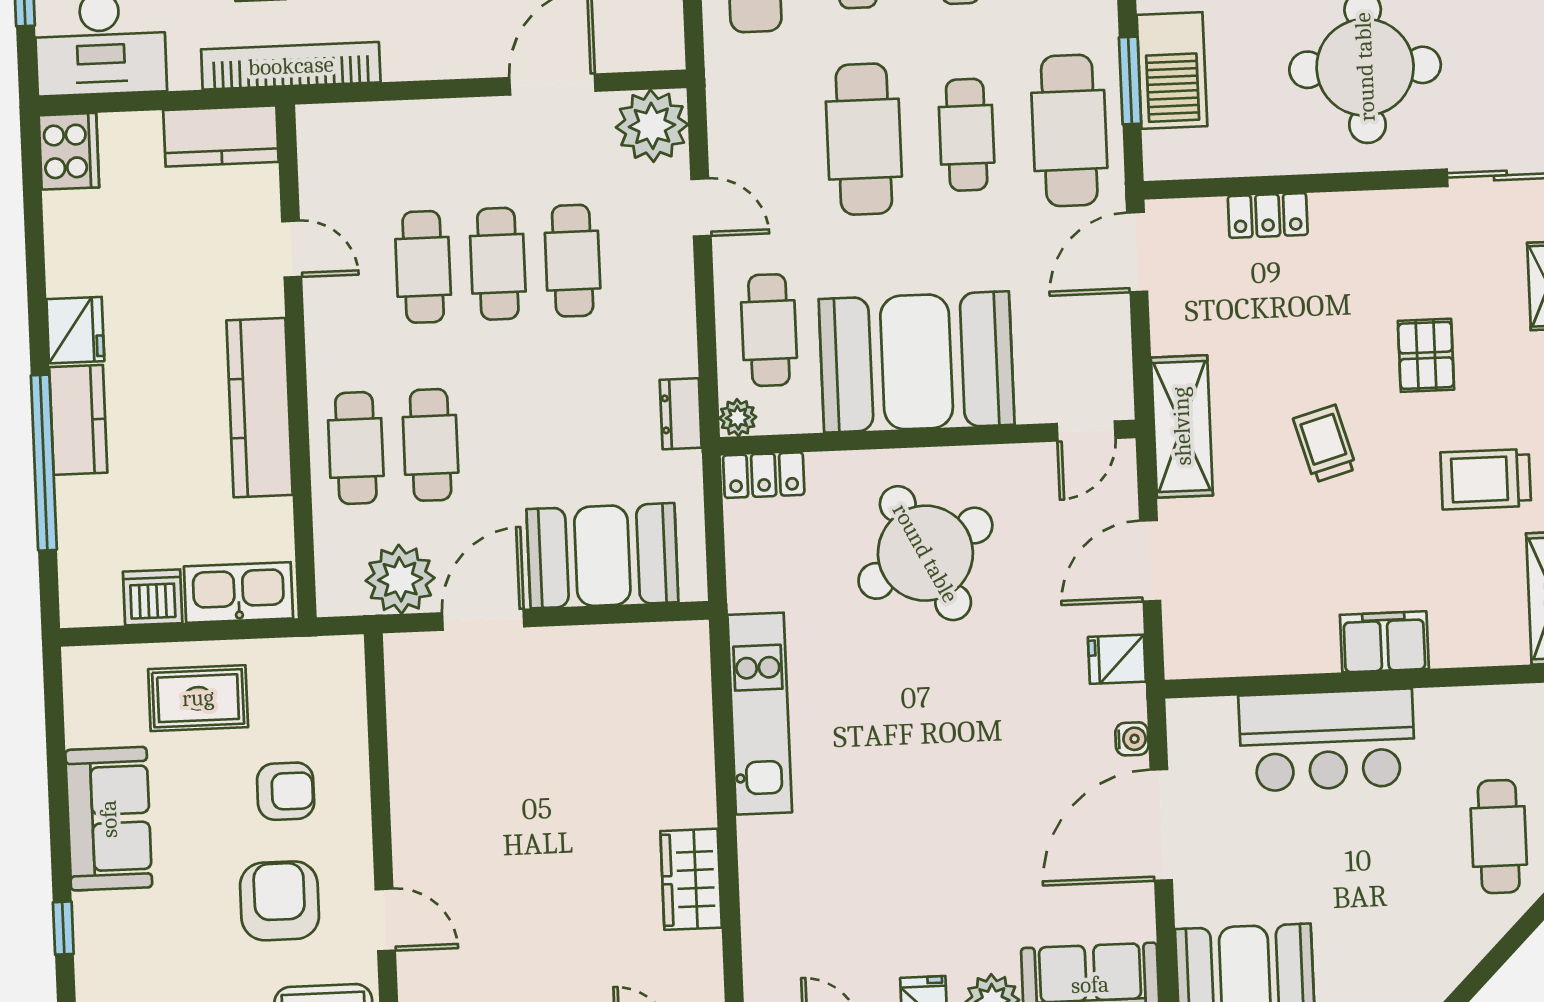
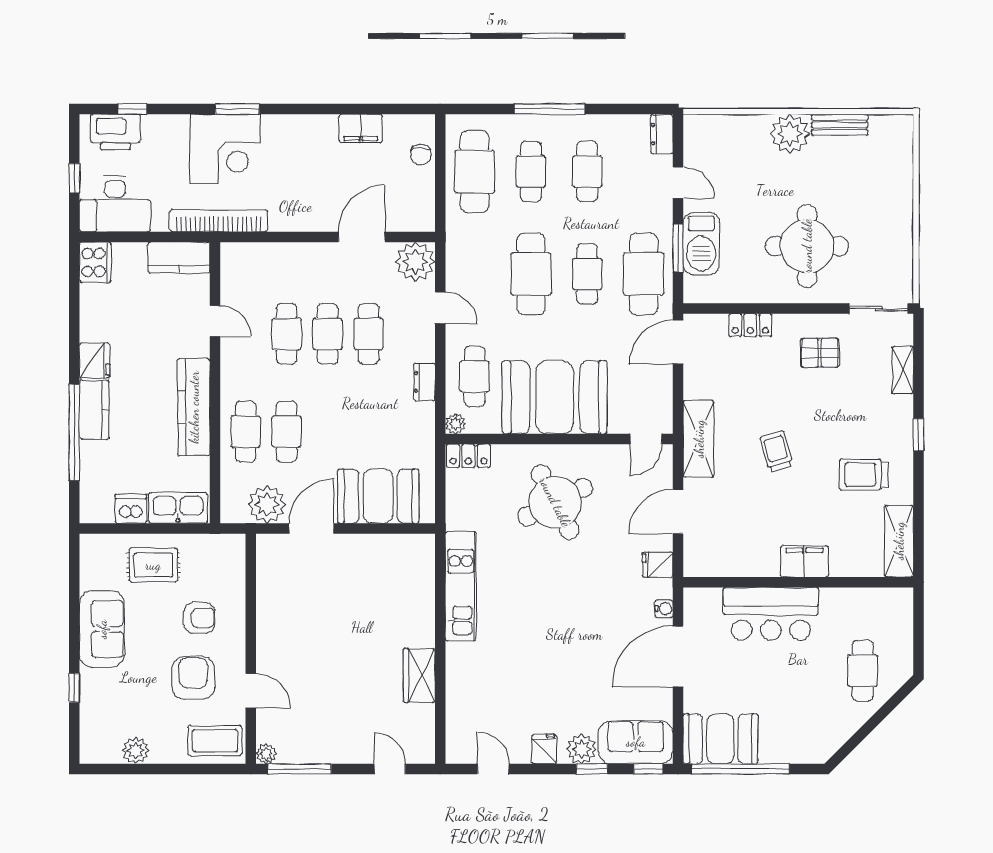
pallet: (1426, 355) -> (820, 353), moved, turned 90
dresser: (681, 414) -> (424, 382), moved

